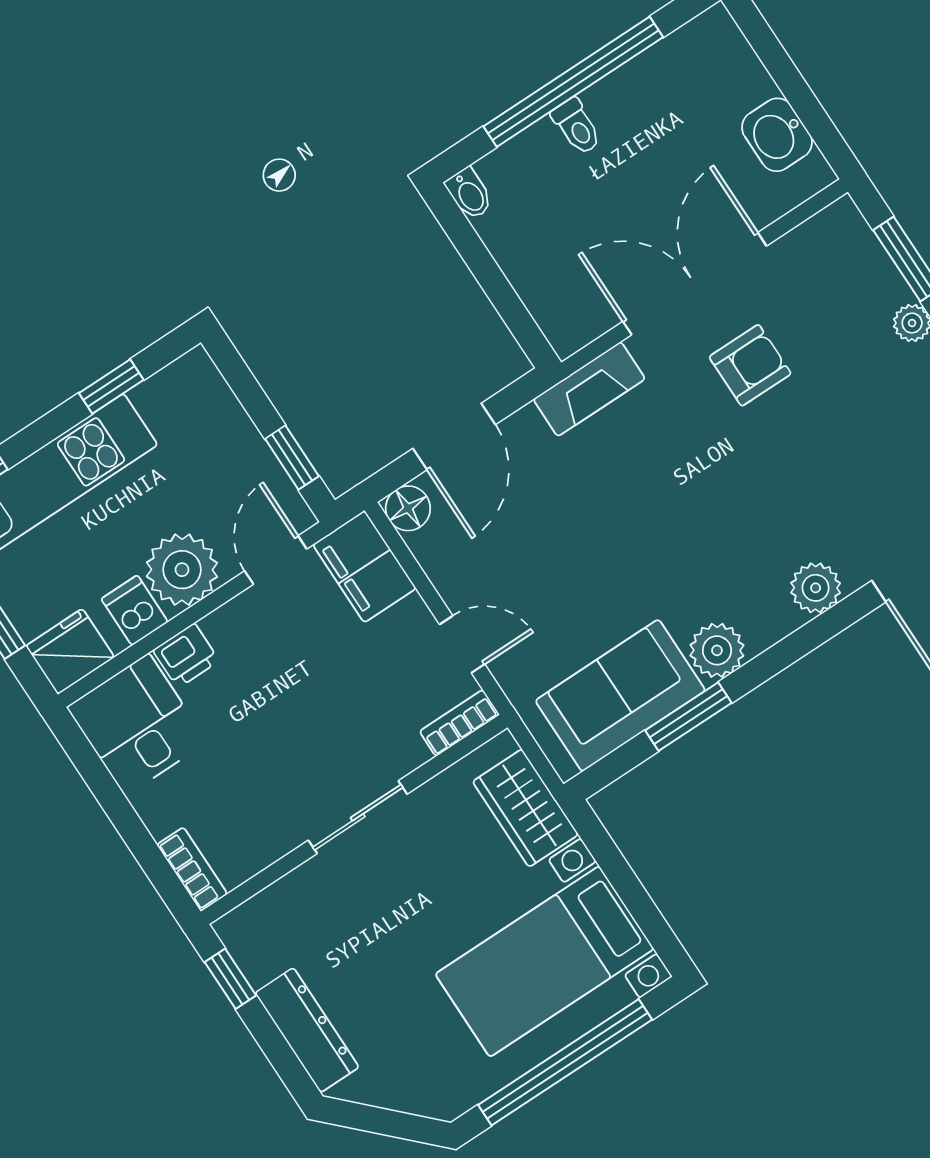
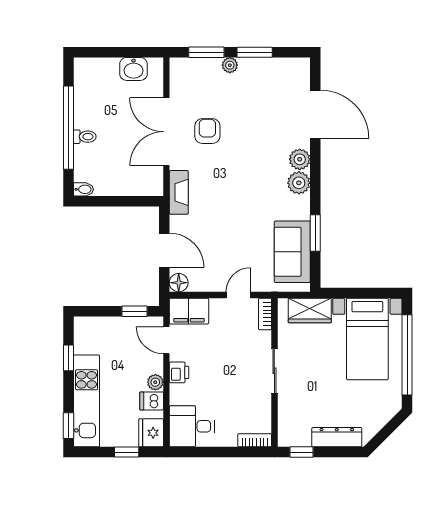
plant: (182, 570) -> (155, 382), width x0.53, depth x0.53
plant: (717, 650) -> (299, 183), moved
printer: (186, 656) -> (179, 372), moved

